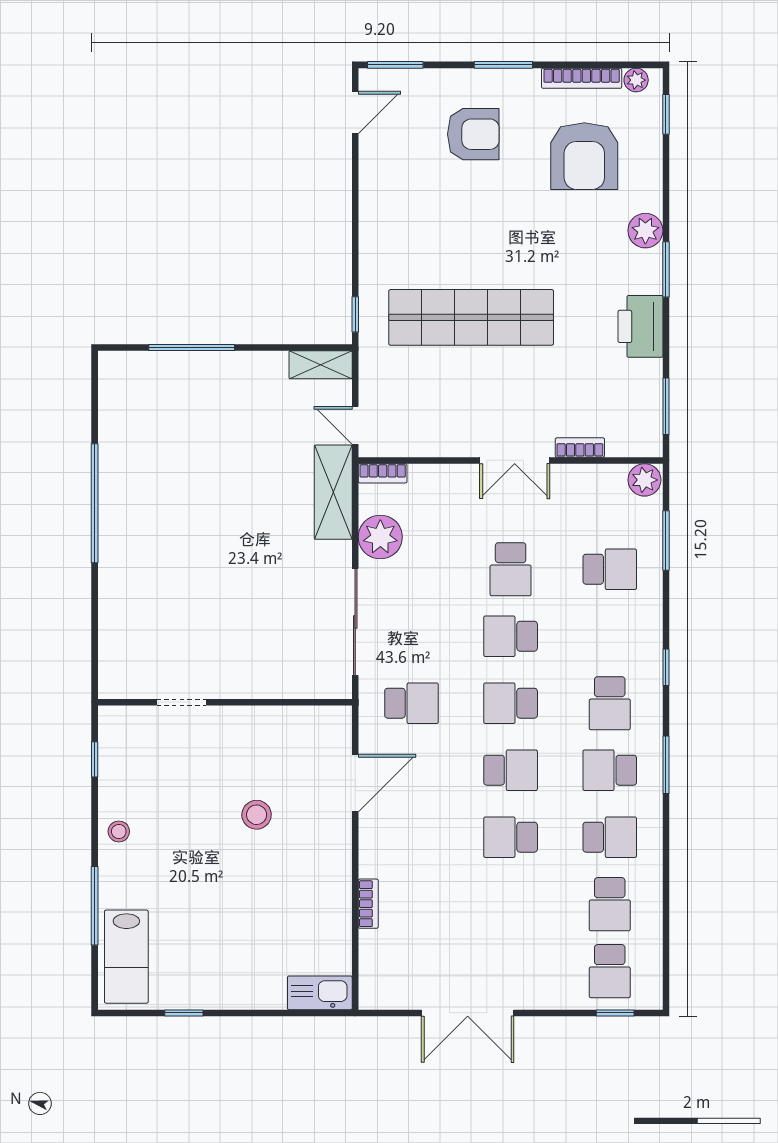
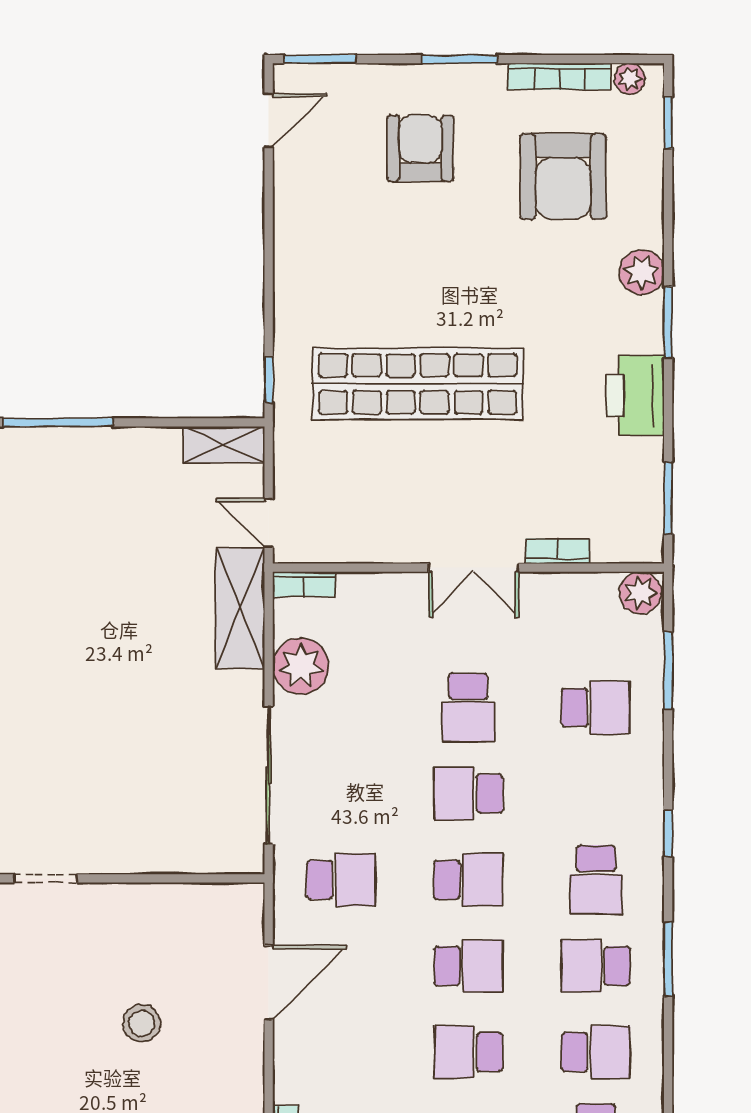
armchair: (473, 134) -> (420, 148), turned -90
school desk: (511, 703) -> (468, 880), turned 180

